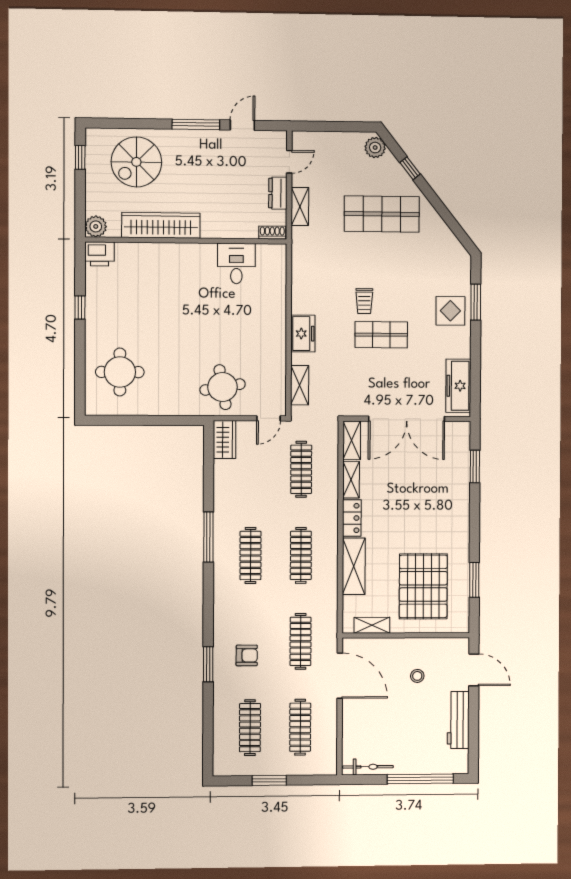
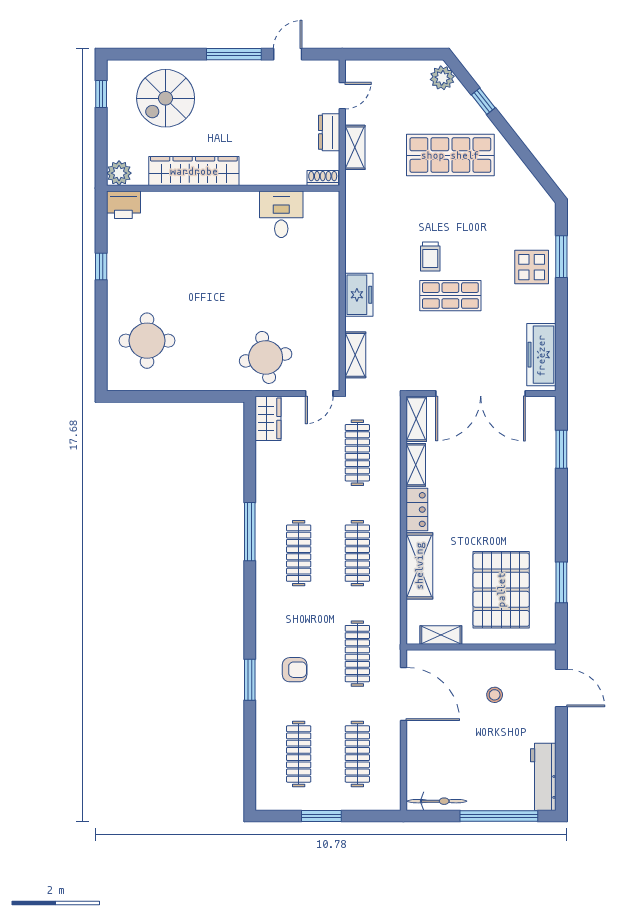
workbench: (458, 720) -> (543, 777), moved

